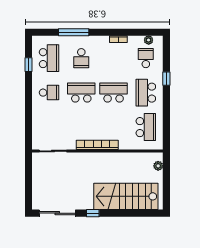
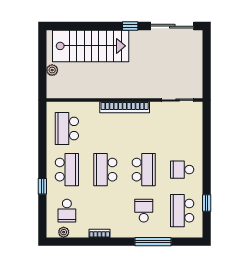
school desk: (81, 93) -> (144, 170), turned -90
school desk: (114, 93) -> (105, 170), turned 90
plant: (158, 166) -> (52, 70), moved

